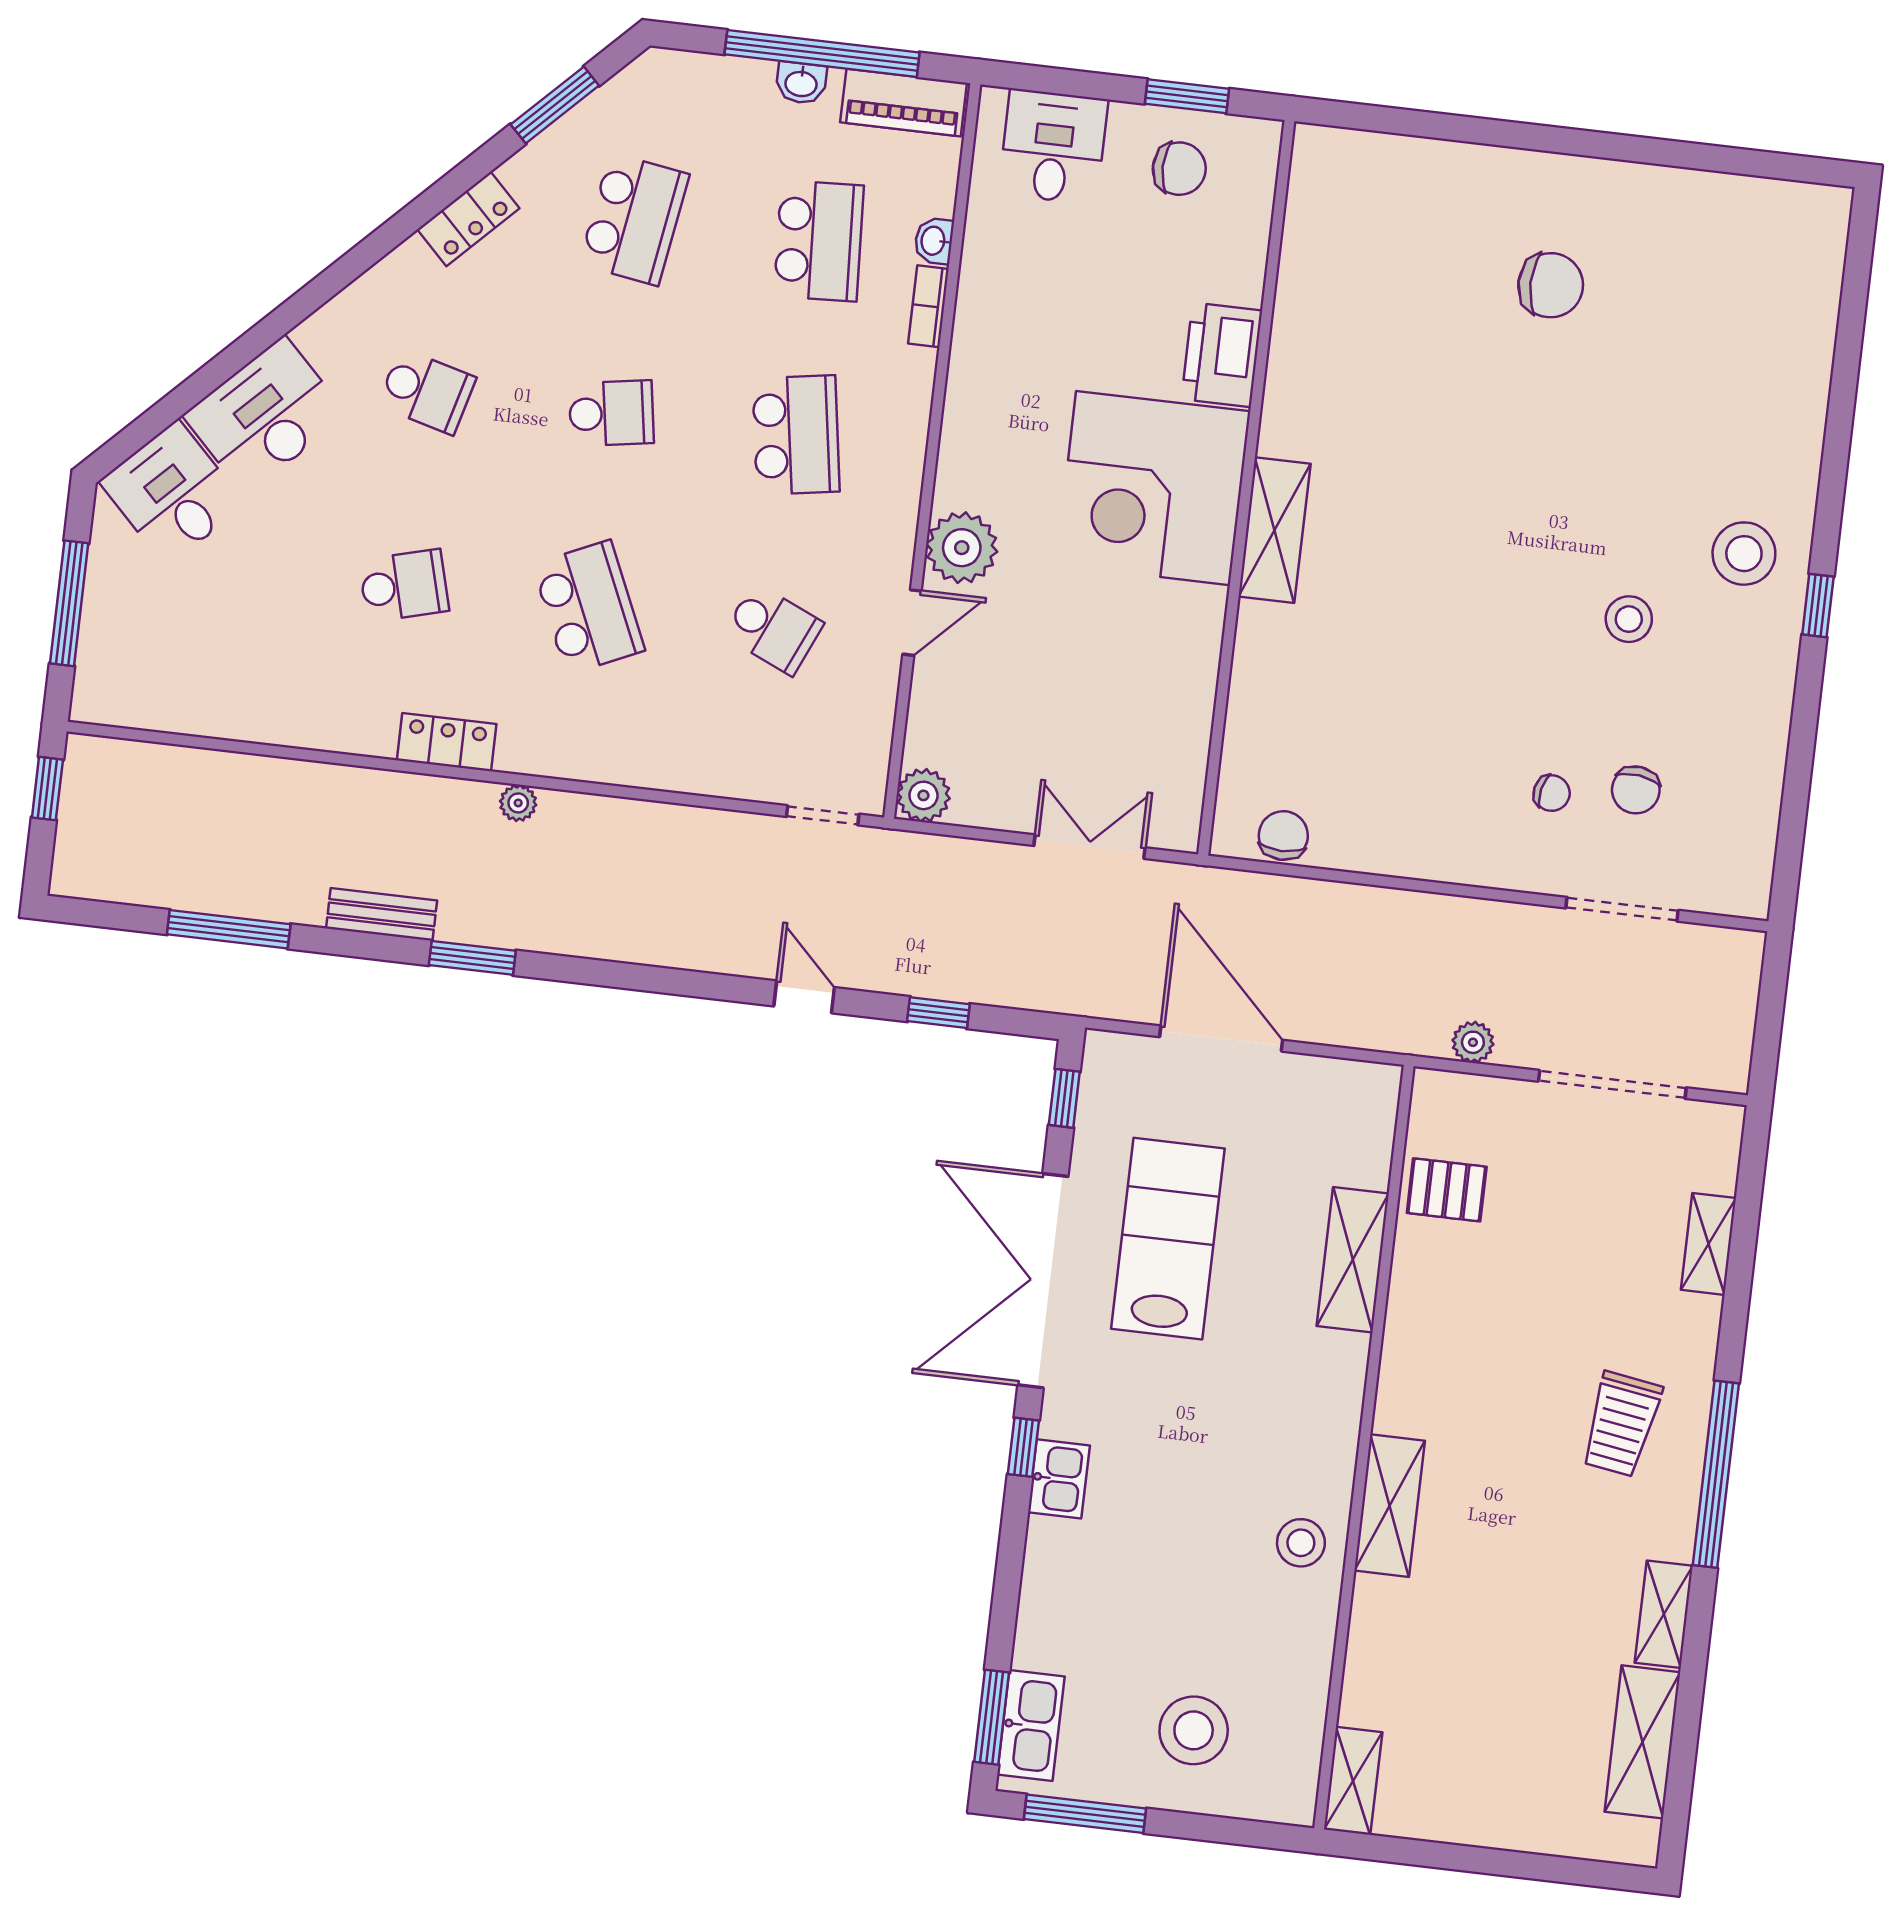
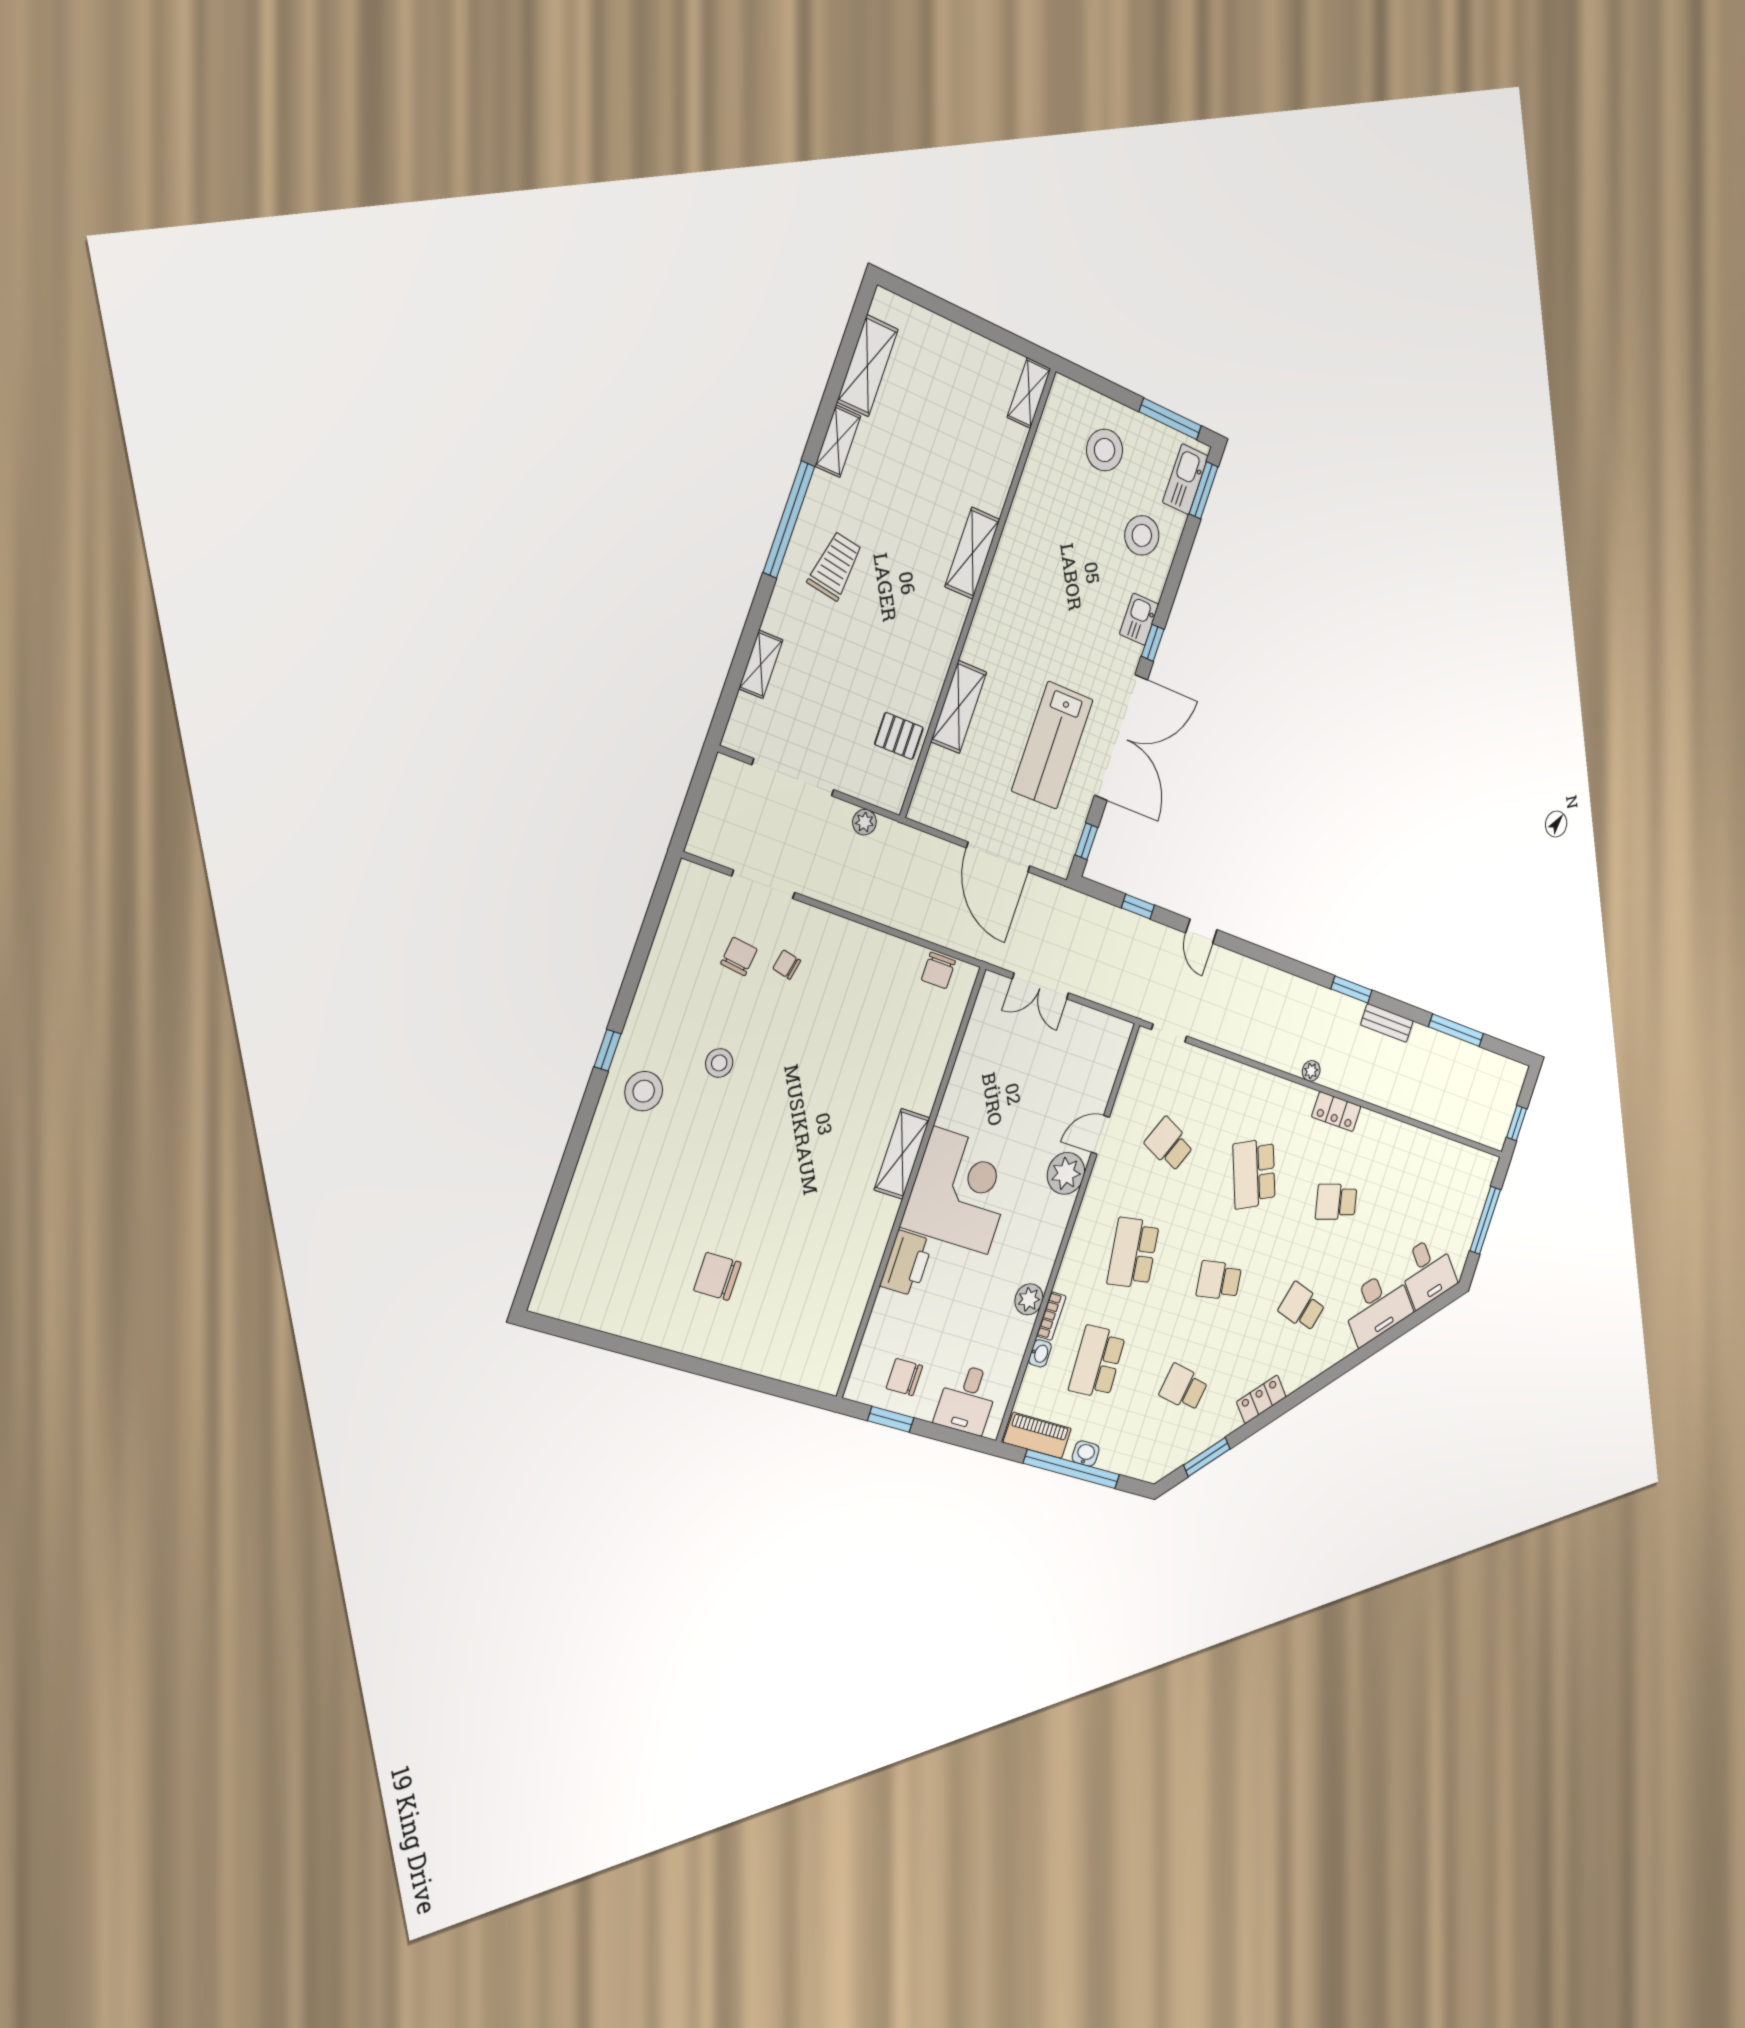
school desk: (634, 219) -> (1184, 1388), width x0.54
plant: (923, 795) -> (1029, 1299), moved
stool: (1301, 1543) -> (1142, 535), moved, width x1.38, depth x1.38

